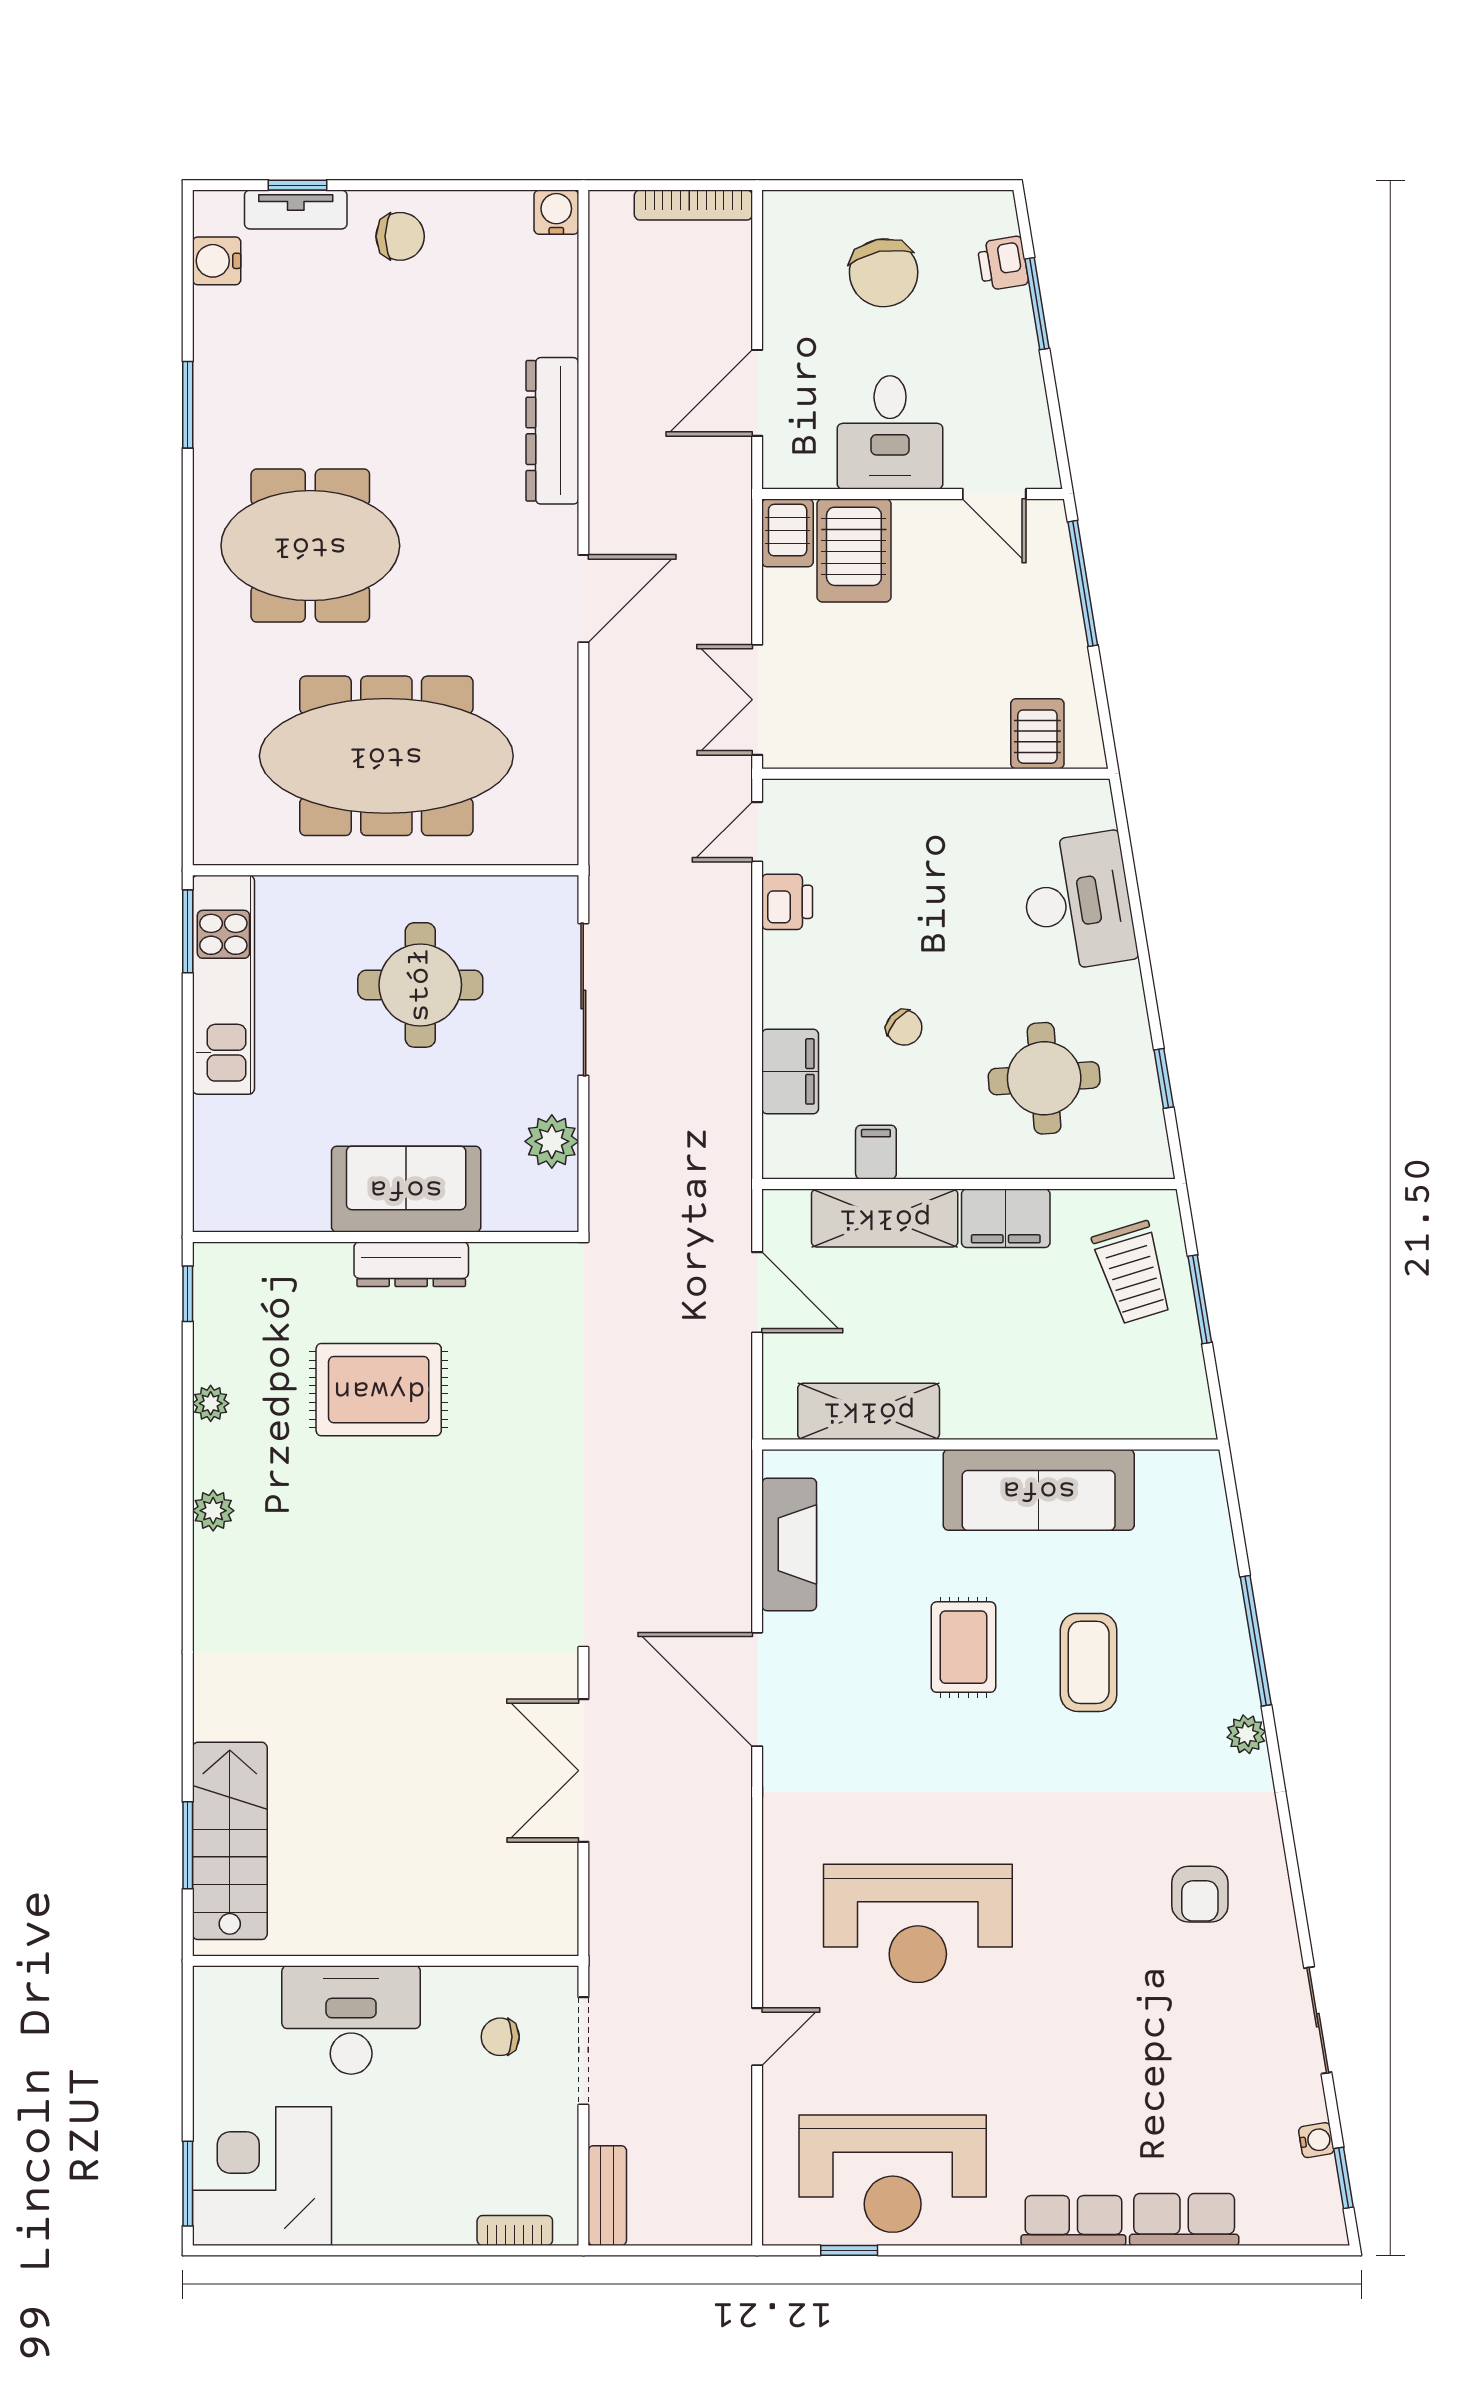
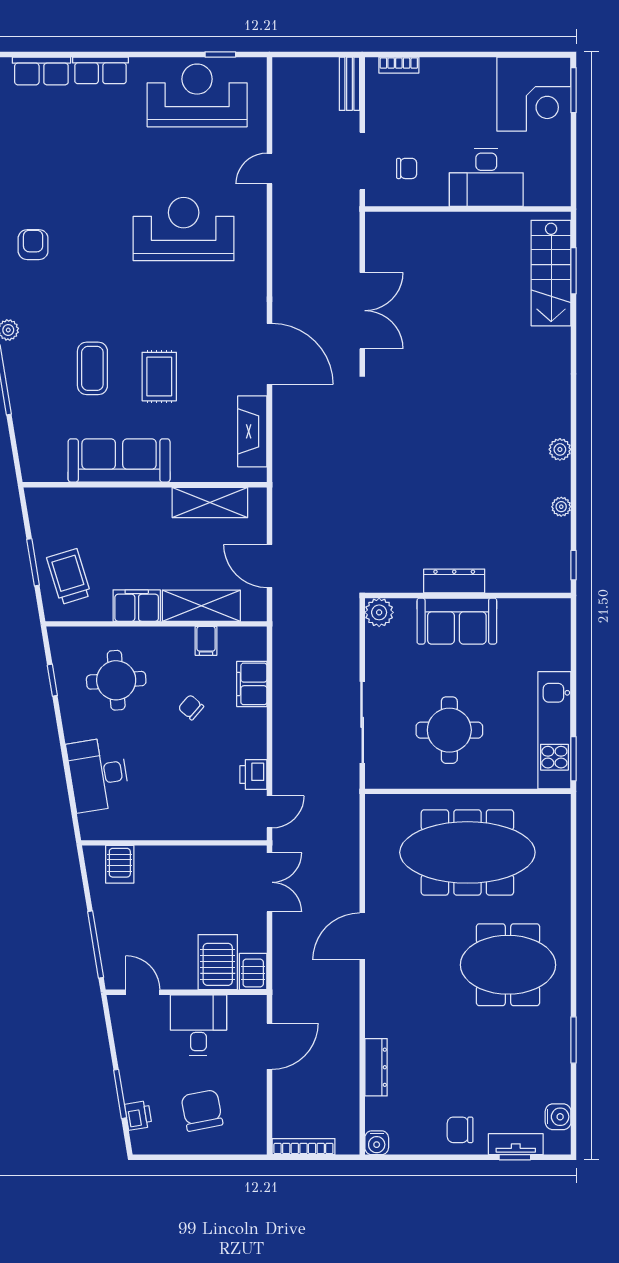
dresser: (552, 431) -> (376, 1067), moved, width x0.73, depth x0.80
plant: (552, 1141) -> (379, 612), moved
rug: (379, 1390) -> (471, 514), removed

